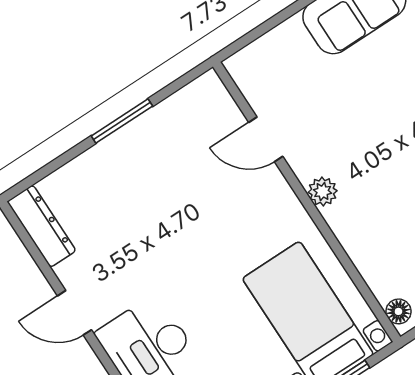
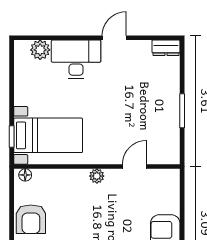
dresser: (42, 226) -> (166, 48), width x0.70

